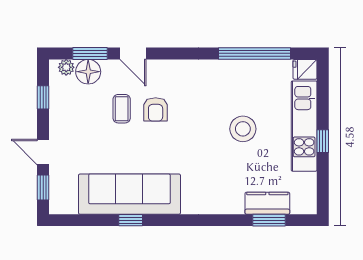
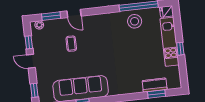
floor lamp: (88, 72) -> (51, 26), removed
armchair: (156, 109) -> (89, 42), removed
stool: (243, 129) -> (135, 21), moved
door: (43, 152) -> (31, 61), moved

